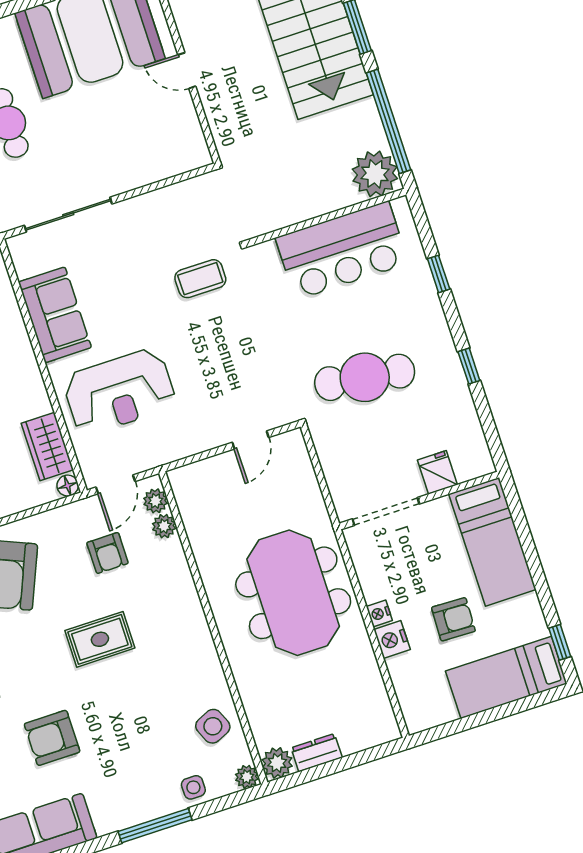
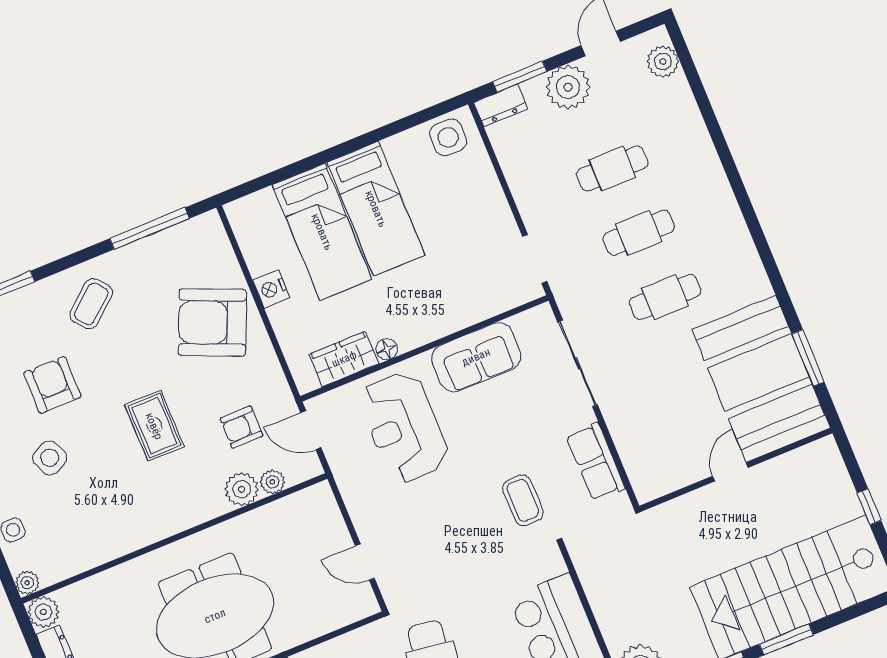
row of seats: (167, 204) -> (596, 462), added
floor lamp: (68, 486) -> (387, 349), moved
plant: (156, 501) -> (242, 489), moved, width x1.38, depth x1.38
side table: (213, 726) -> (50, 458), moved

